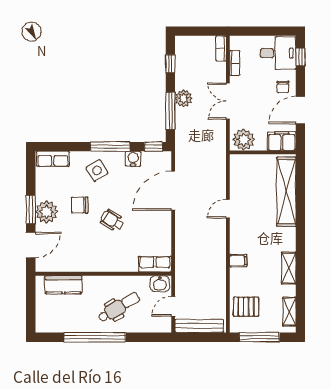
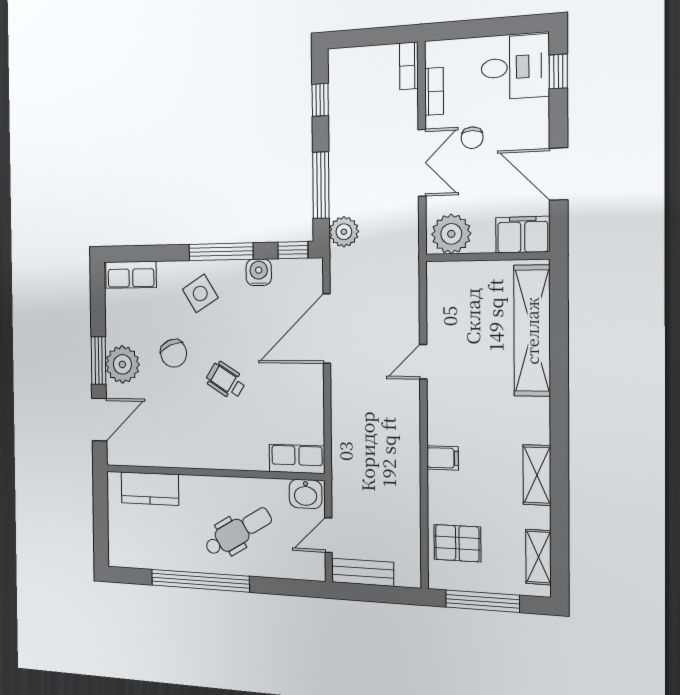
chair: (283, 87) -> (472, 138), moved
plant: (184, 98) -> (344, 232), moved
double door: (228, 101) -> (422, 163), swing flipped
door: (300, 110) -> (559, 174), hinge flipped
chair: (80, 205) -> (174, 353), turned -113
bench: (199, 326) -> (362, 572), width x0.73

